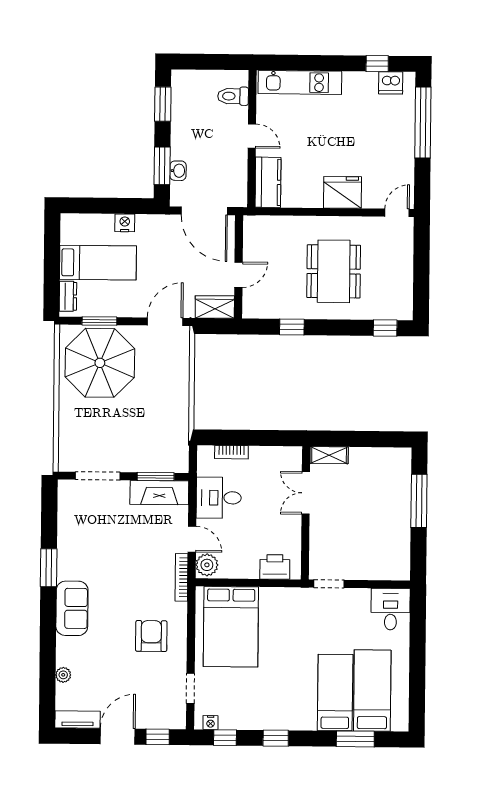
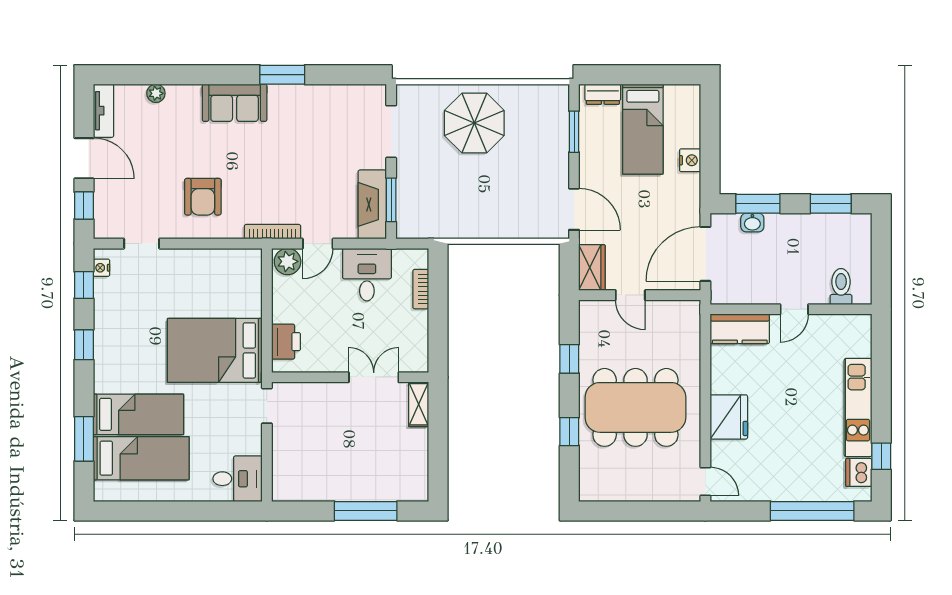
kitchen unit: (300, 82) -> (858, 407), moved
dining table: (334, 271) -> (635, 407), width x1.36, depth x1.24
window: (385, 328) -> (569, 432), moved
parasol: (100, 363) -> (474, 123), moved, width x0.73, depth x0.73
bed: (231, 627) -> (215, 350), moved
armchair: (151, 636) -> (203, 197), turned 90

